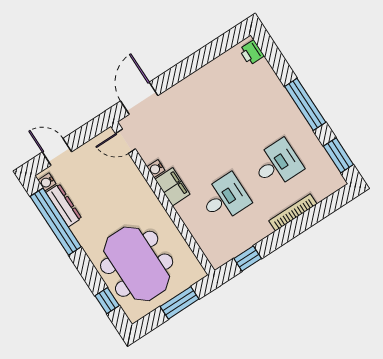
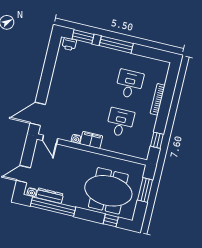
door: (139, 98) -> (38, 114), hinge flipped
door: (125, 141) -> (50, 140), hinge flipped
window: (338, 155) -> (83, 37), moved

